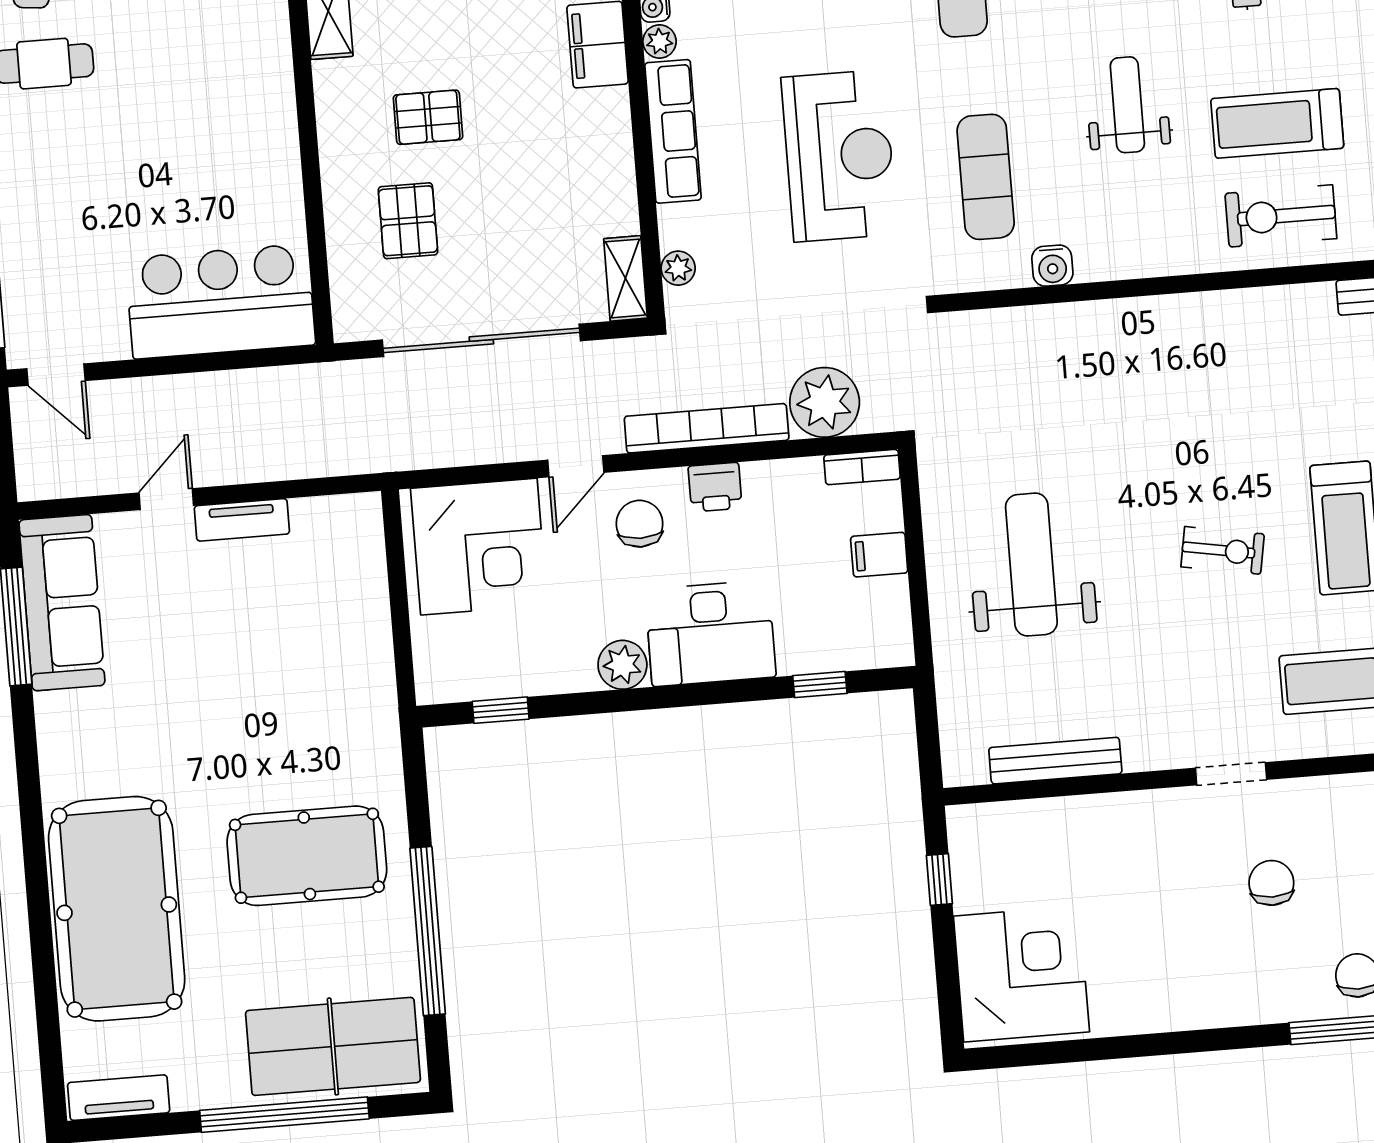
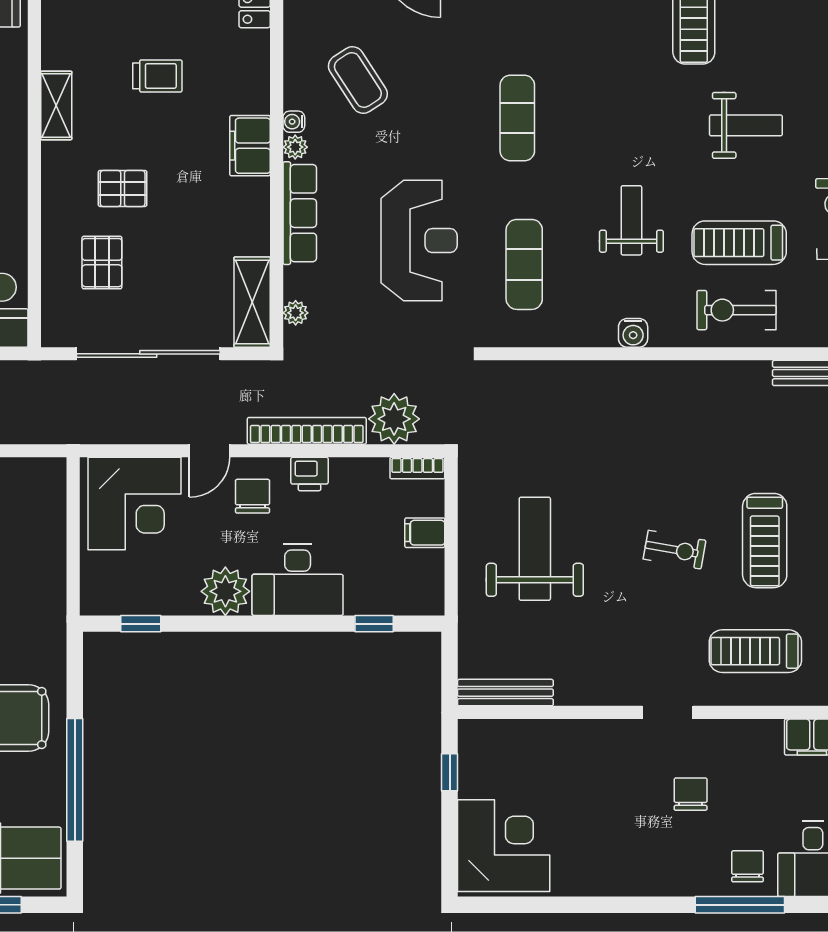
water cooler: (1052, 266) -> (633, 333), moved
shelving: (625, 278) -> (252, 302), width x1.50, depth x1.33
plant: (622, 665) -> (225, 591), width x1.36, depth x1.36
bench: (1055, 761) -> (505, 693), moved

